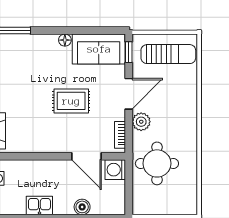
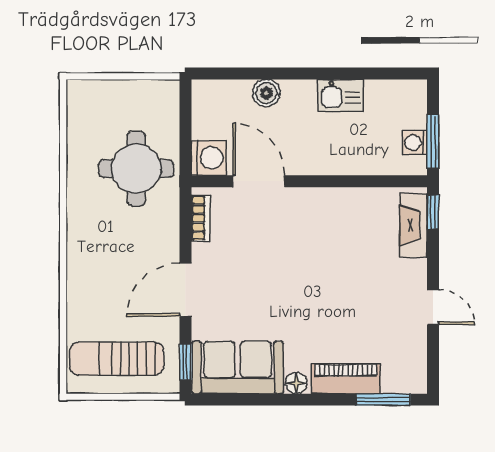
piano: (36, 43) -> (346, 379), added
rug: (71, 101) -> (285, 277), removed
plant: (141, 122) -> (164, 241), removed

